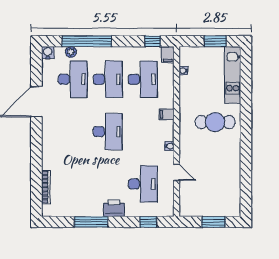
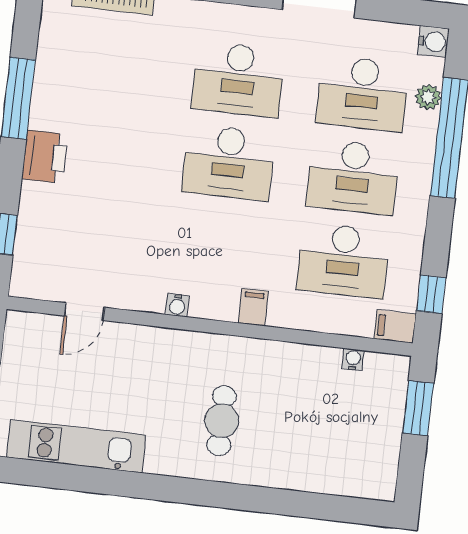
window: (215, 41) -> (418, 408), moved
kitchen unit: (233, 75) -> (76, 446), moved
cafe table: (215, 122) -> (222, 421), width x0.73, depth x0.74
door: (177, 172) -> (84, 312), moved
desk: (143, 184) -> (238, 79), moved

